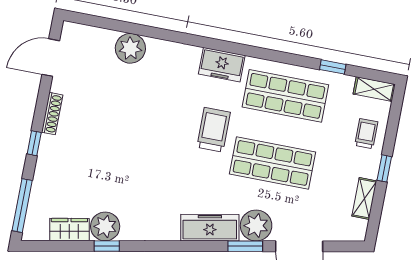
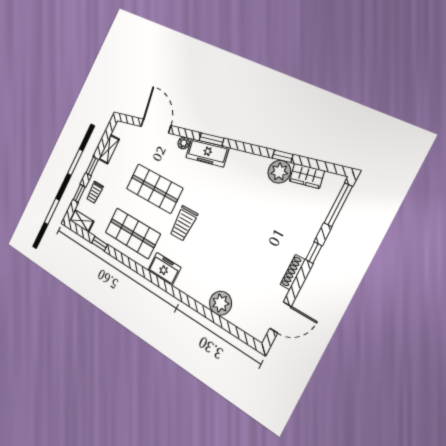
window: (393, 126) -> (79, 193), added
plant: (256, 226) -> (184, 143), width x0.53, depth x0.53
window: (245, 246) -> (211, 139), moved

